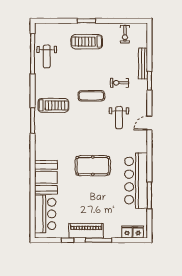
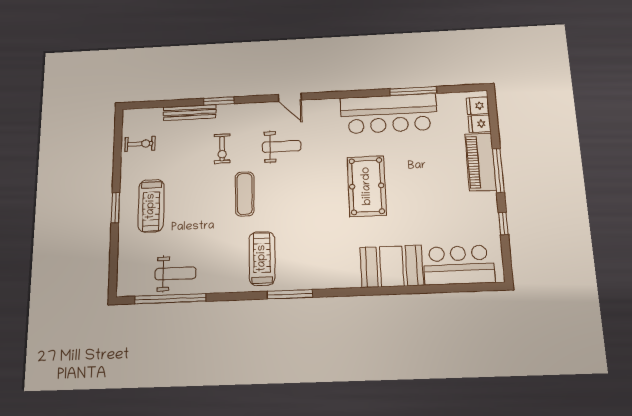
piano: (86, 231) -> (481, 162), moved

